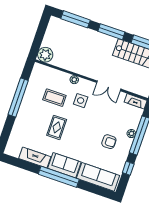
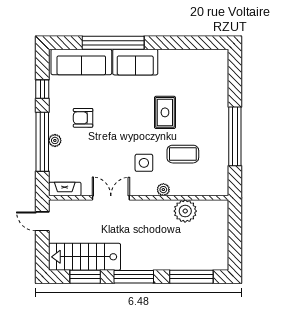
plant: (45, 55) -> (185, 211), moved
fireplace: (35, 158) -> (181, 58), removed
window: (59, 177) -> (113, 43), moved

